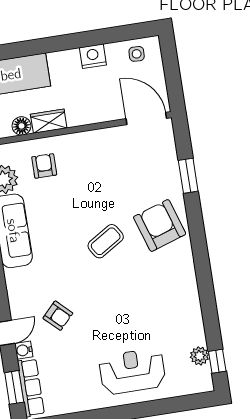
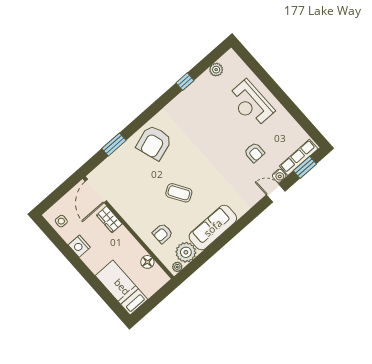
wardrobe: (49, 121) -> (109, 219), moved
coffee table: (106, 241) -> (179, 193), moved
armchair: (58, 316) -> (254, 152), moved, turned 136
window: (217, 361) -> (185, 82), moved

